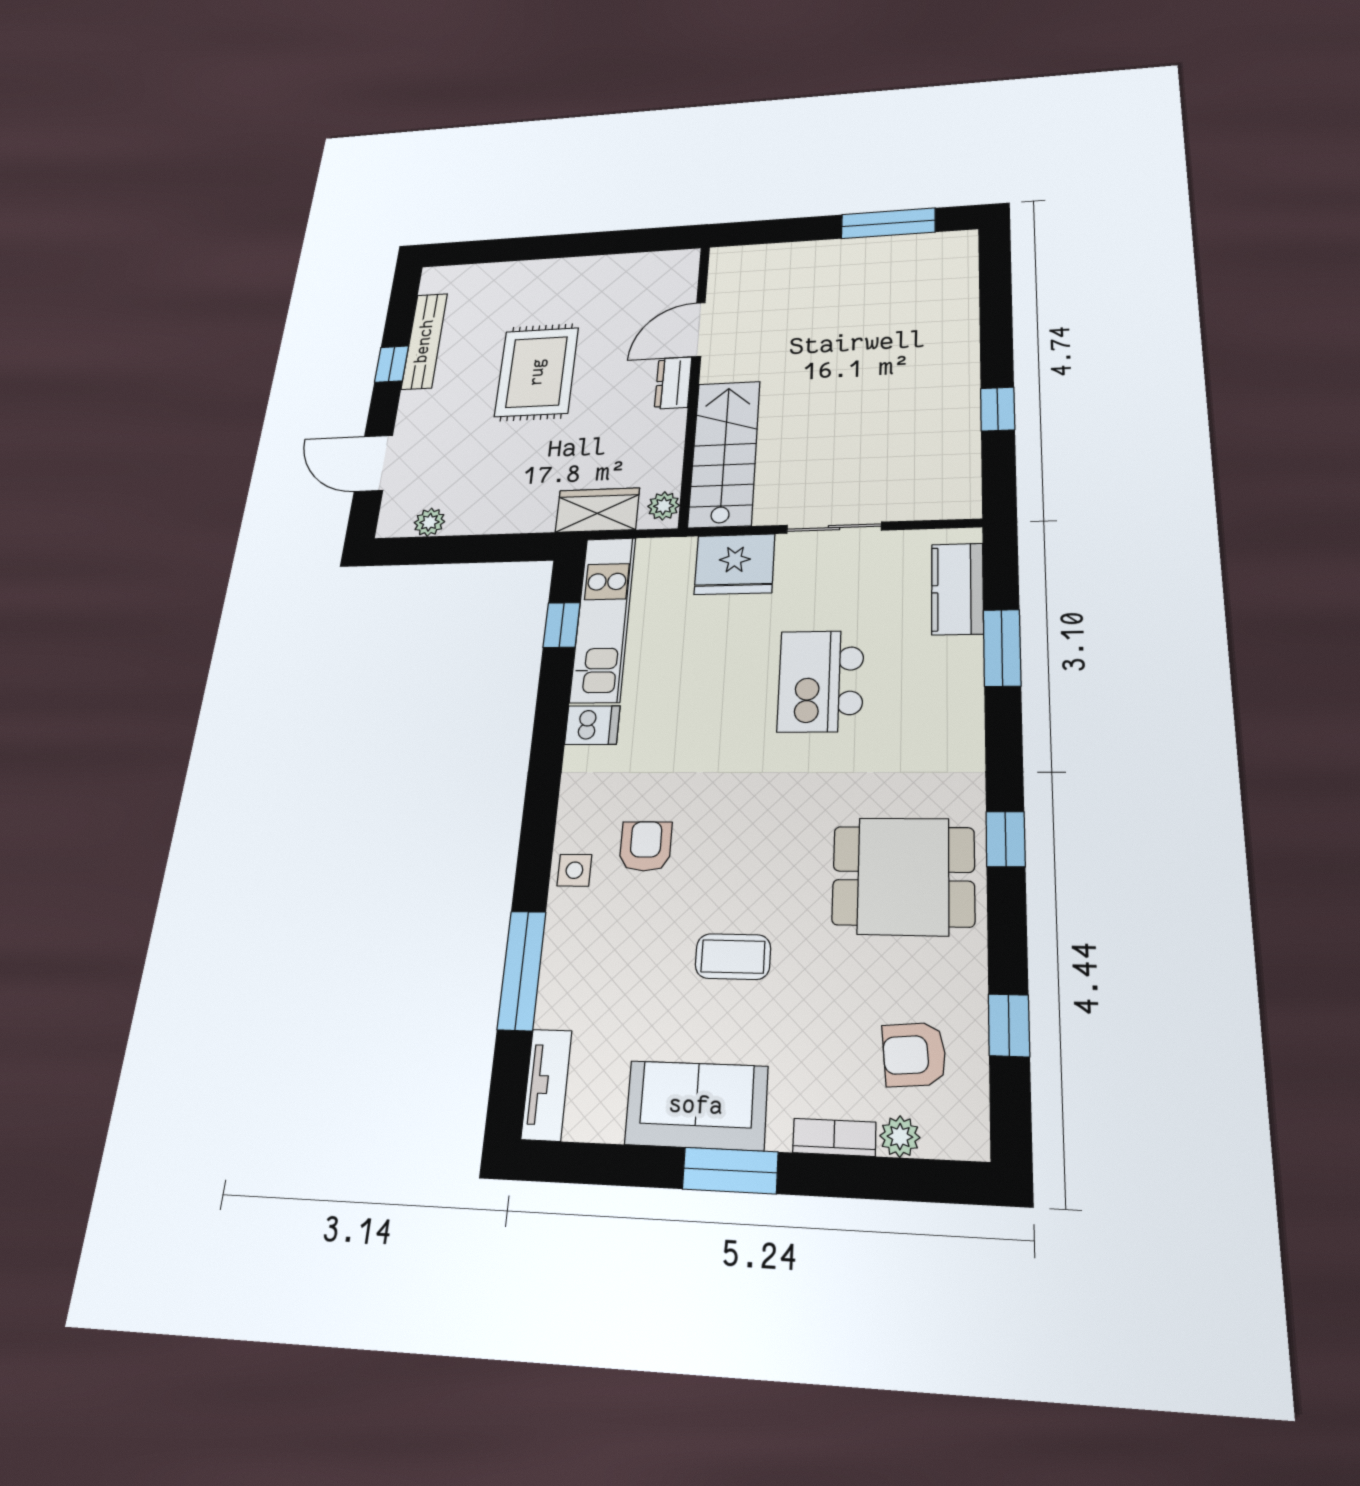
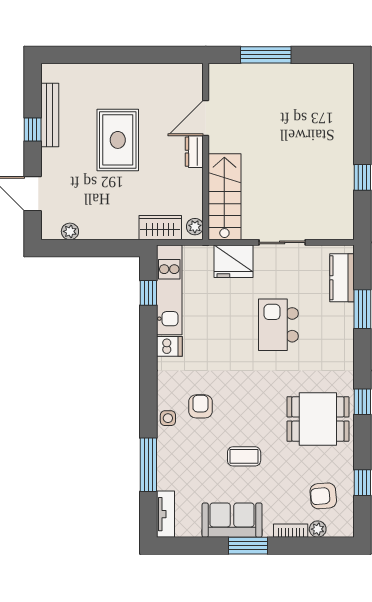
window: (888, 223) -> (266, 55), moved

